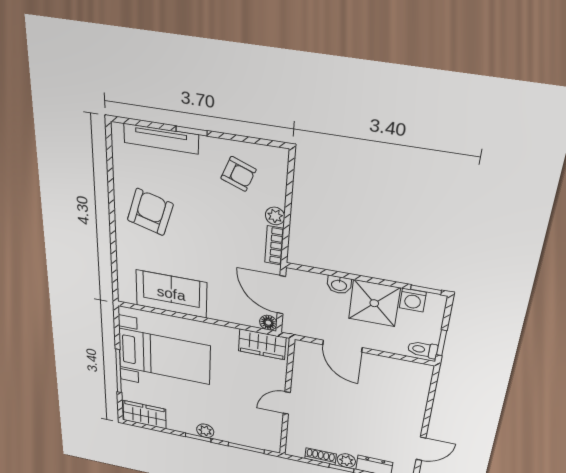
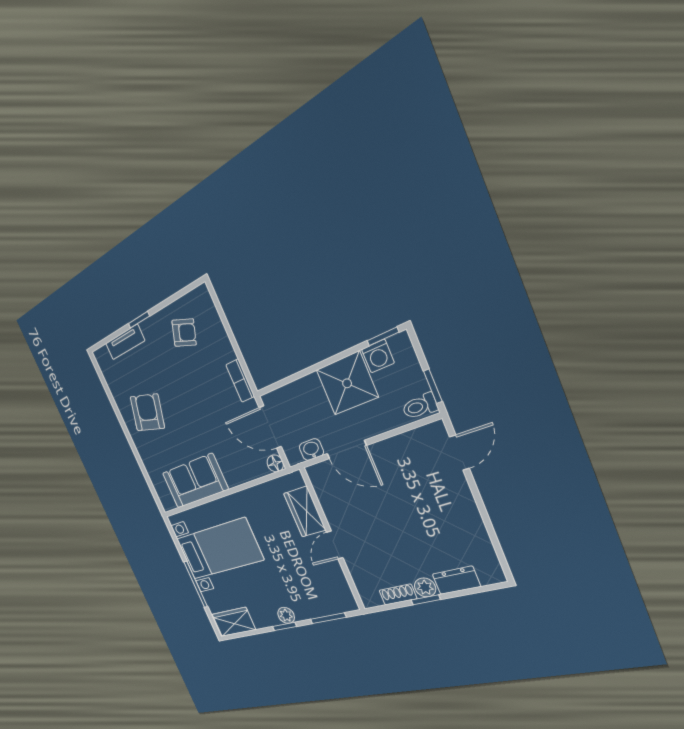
tv unit: (161, 139) -> (125, 342), width x0.71
plant: (275, 216) -> (227, 352), removed
washbasin: (339, 285) -> (311, 450), moved, turned 180
wardrobe: (262, 344) -> (305, 512), moved, turned 90
door: (421, 449) -> (459, 453), moved

